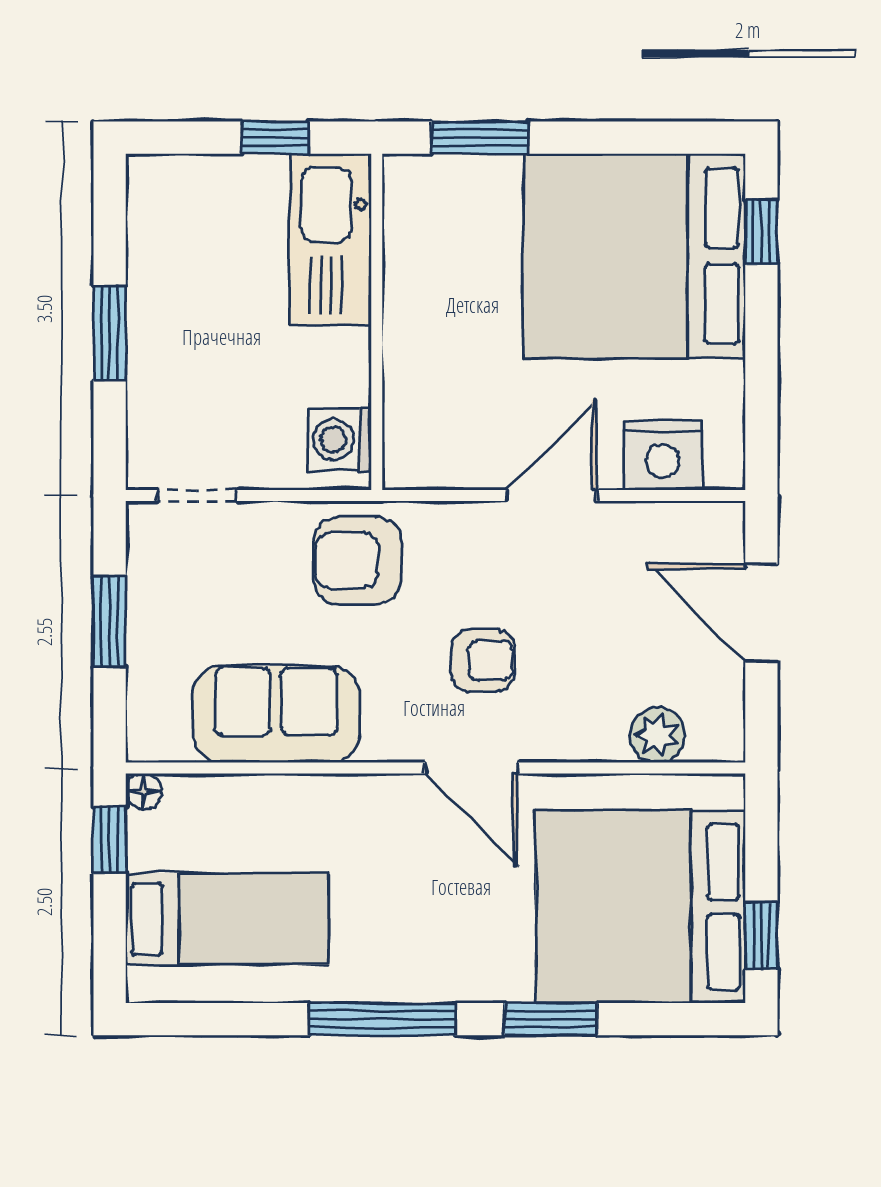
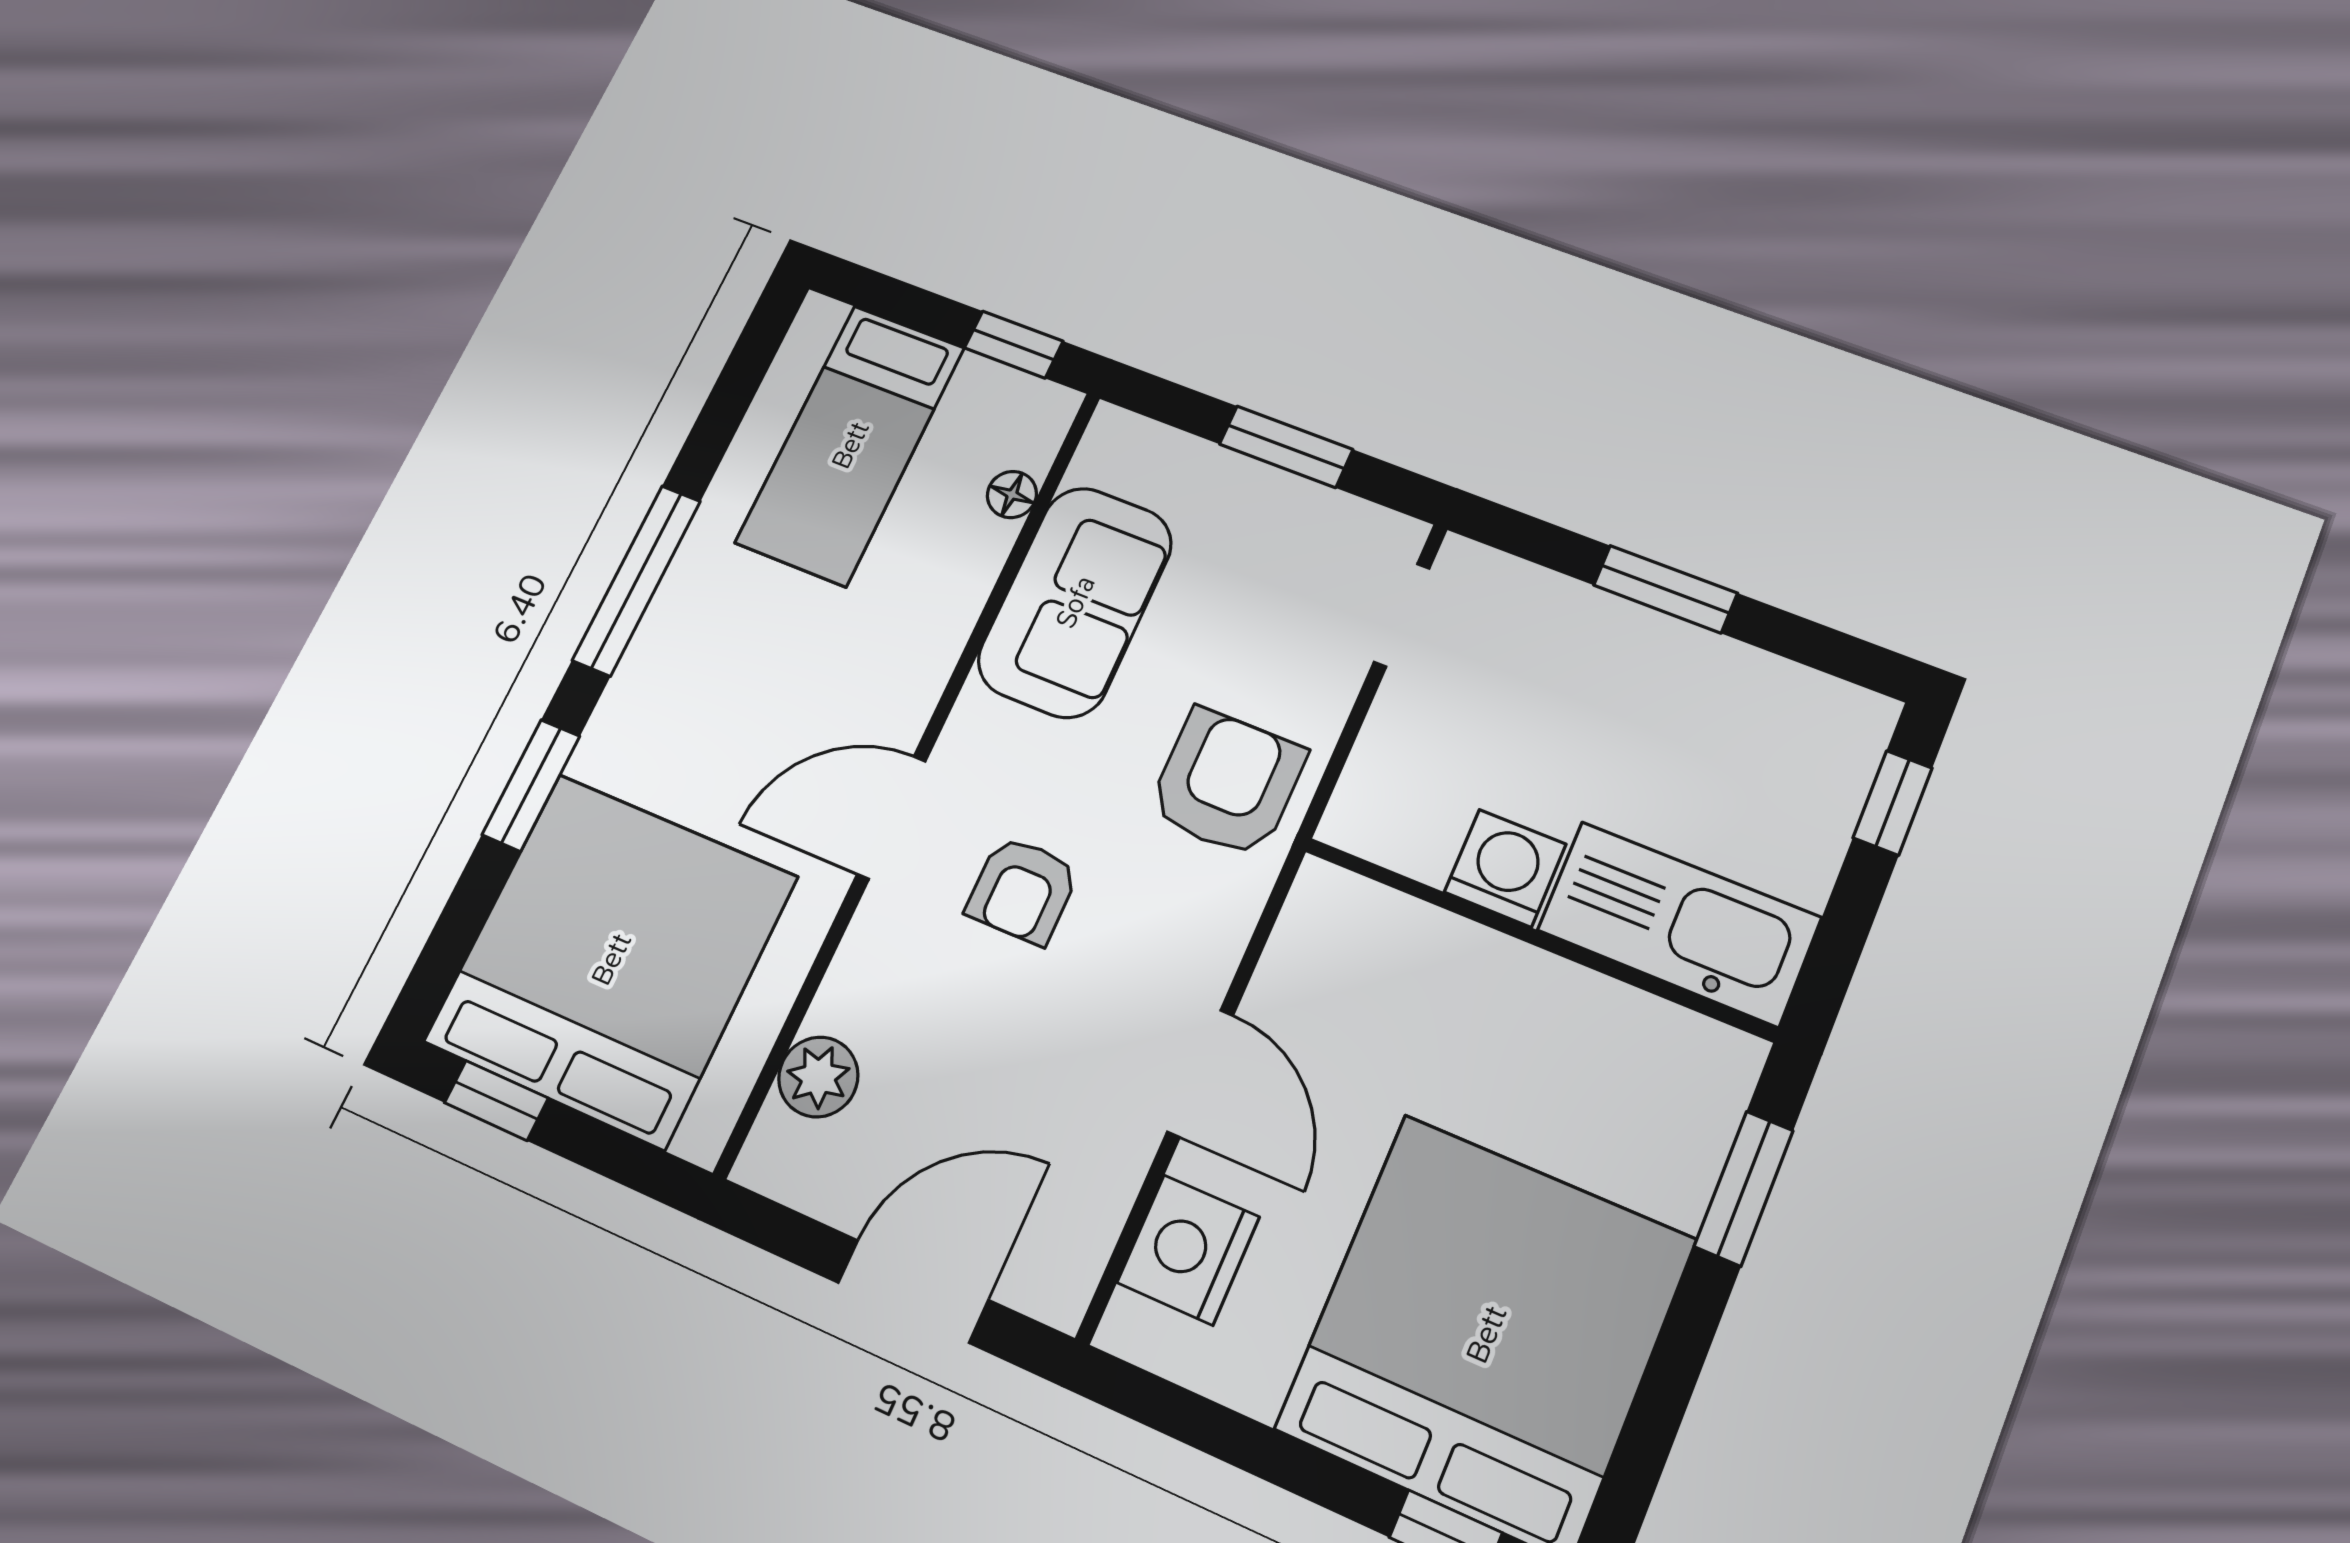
window: (275, 138) -> (1893, 803), moved
washing machine: (340, 440) -> (1505, 868), moved
floor lamp: (144, 791) -> (1012, 495), moved

